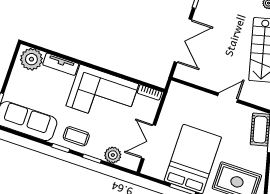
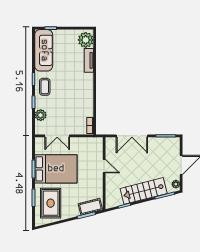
corner sofa: (102, 95) -> (78, 95), removed
door: (228, 98) -> (104, 166), moved
double door: (149, 142) -> (57, 136), swing flipped

